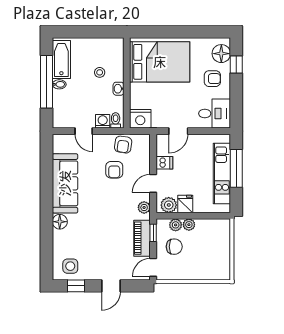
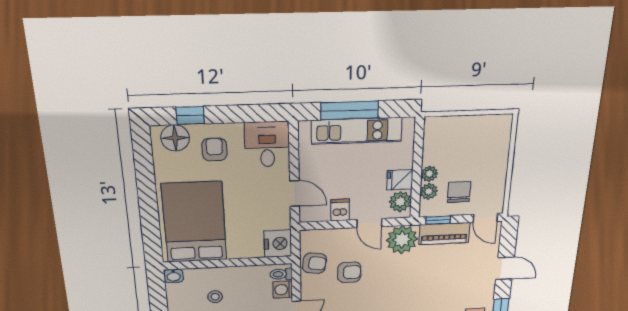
washbasin: (119, 89) -> (174, 276), moved
plant: (144, 207) -> (402, 240), width x1.88, depth x1.88

